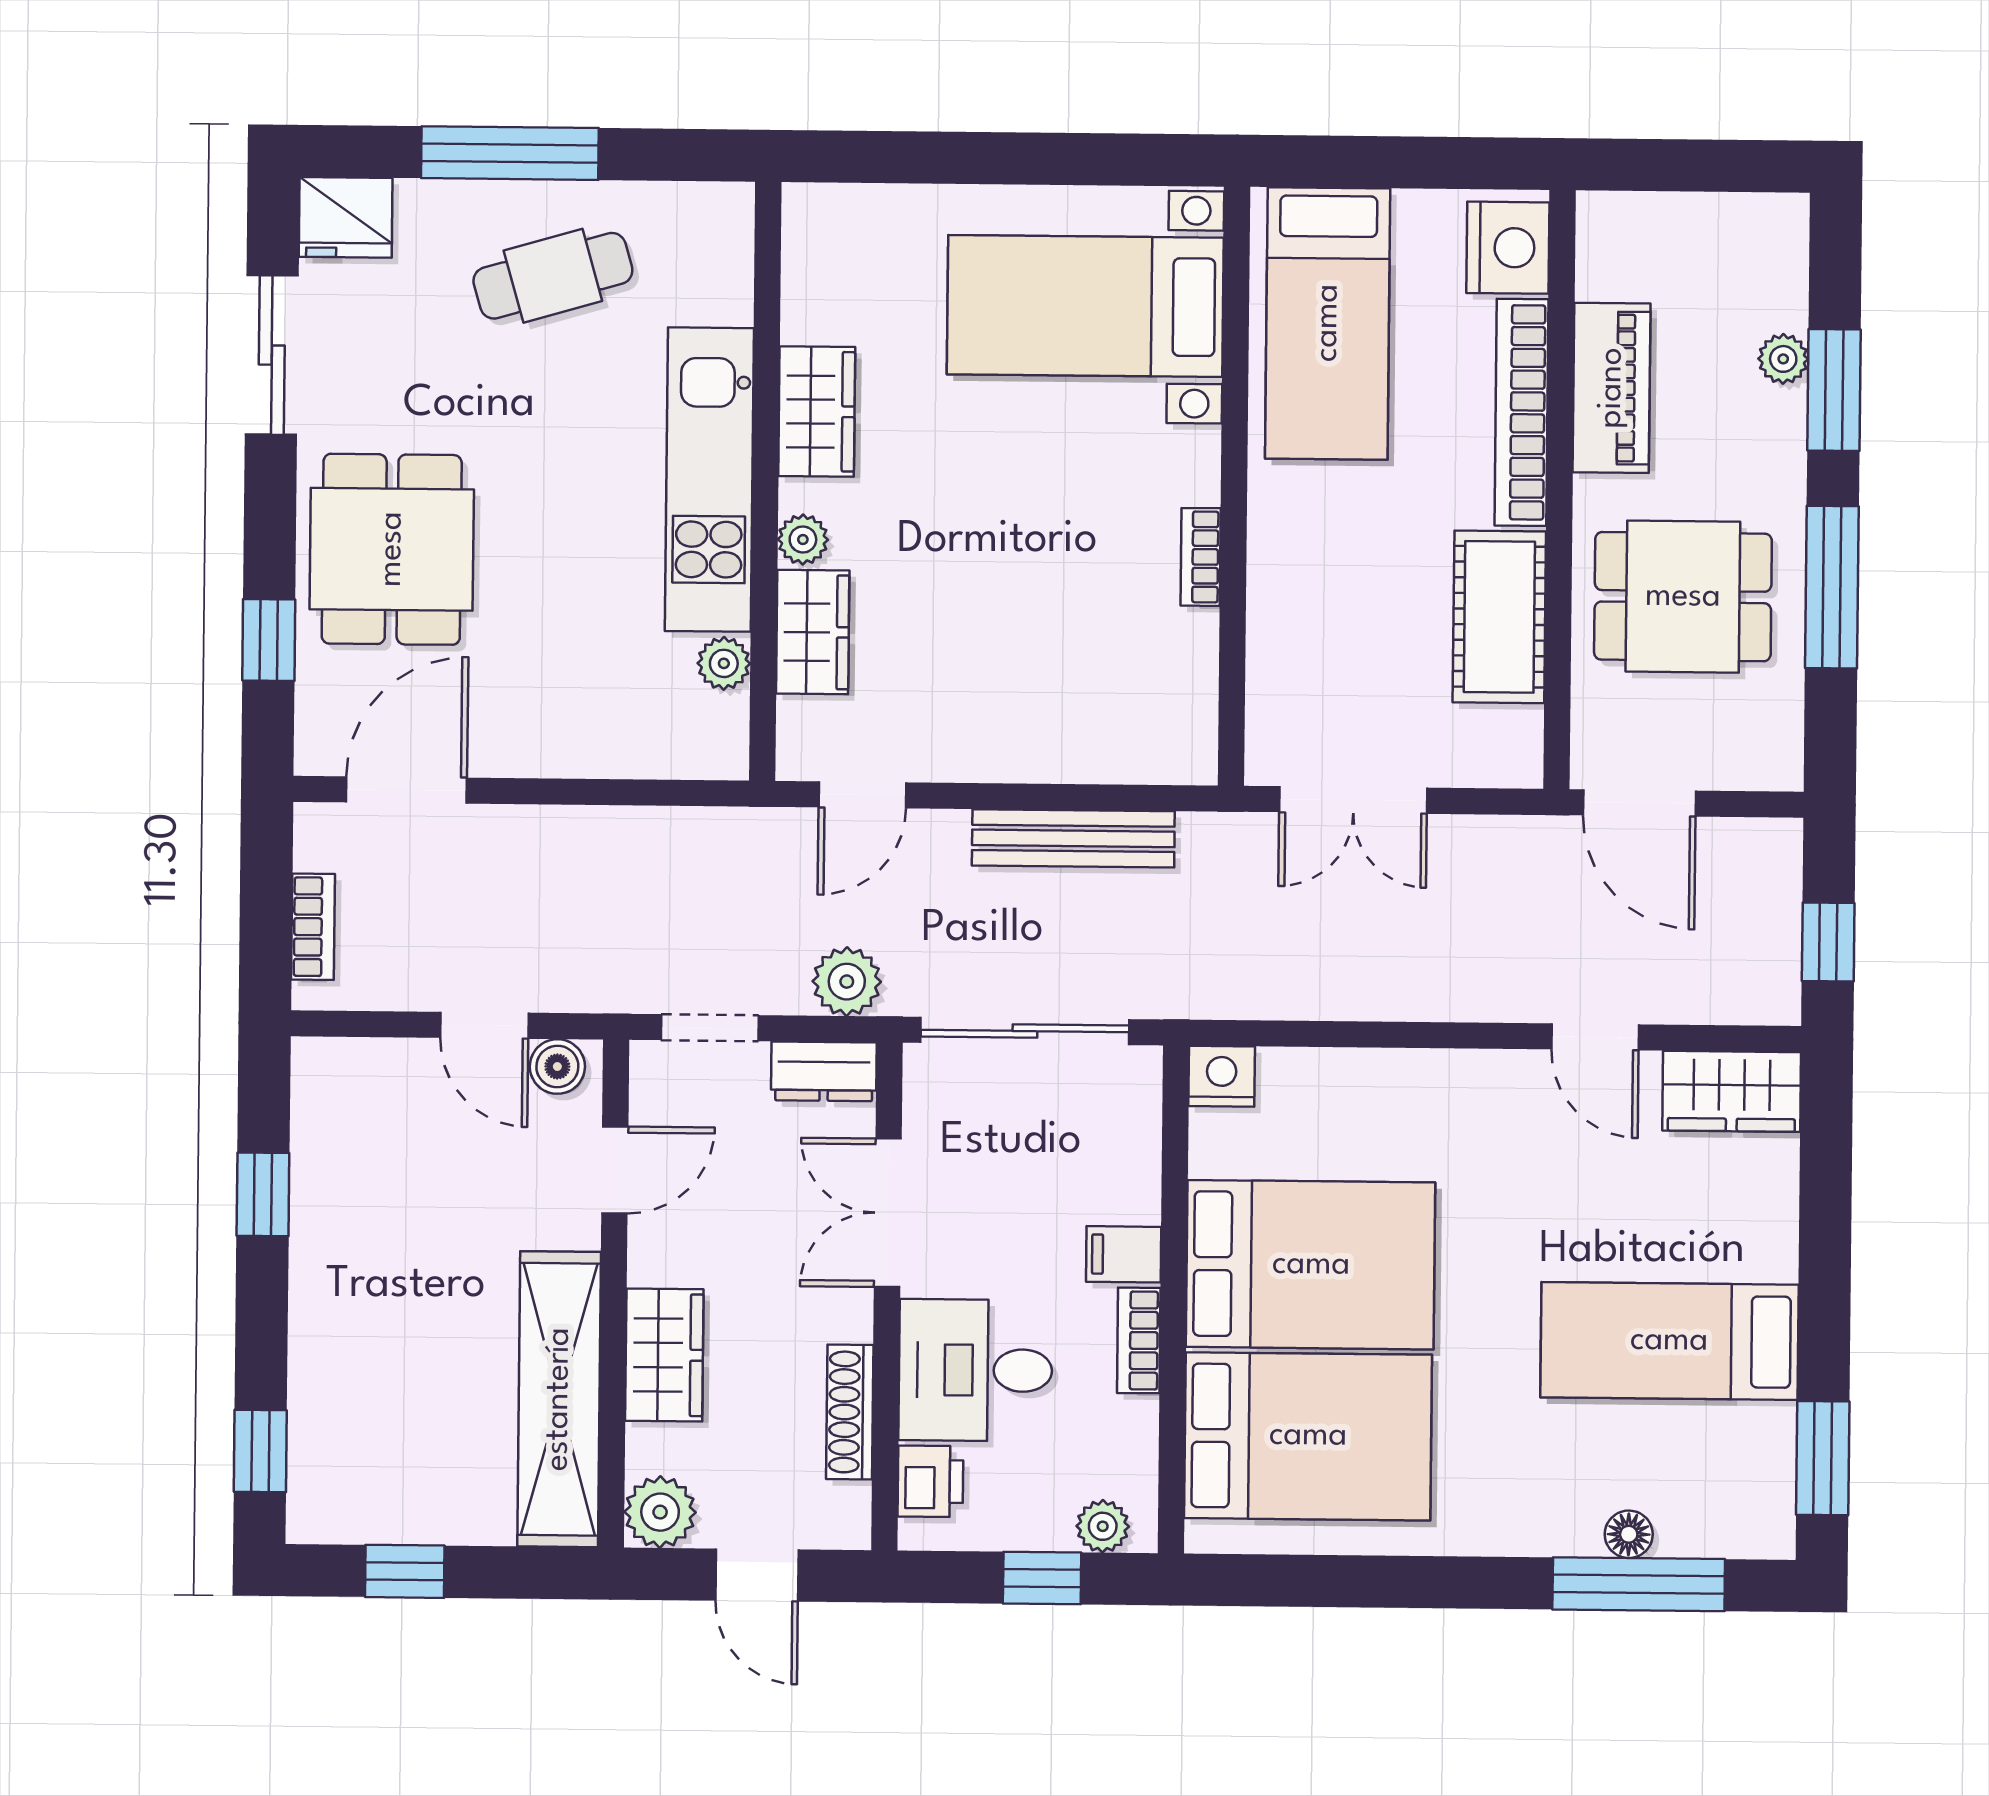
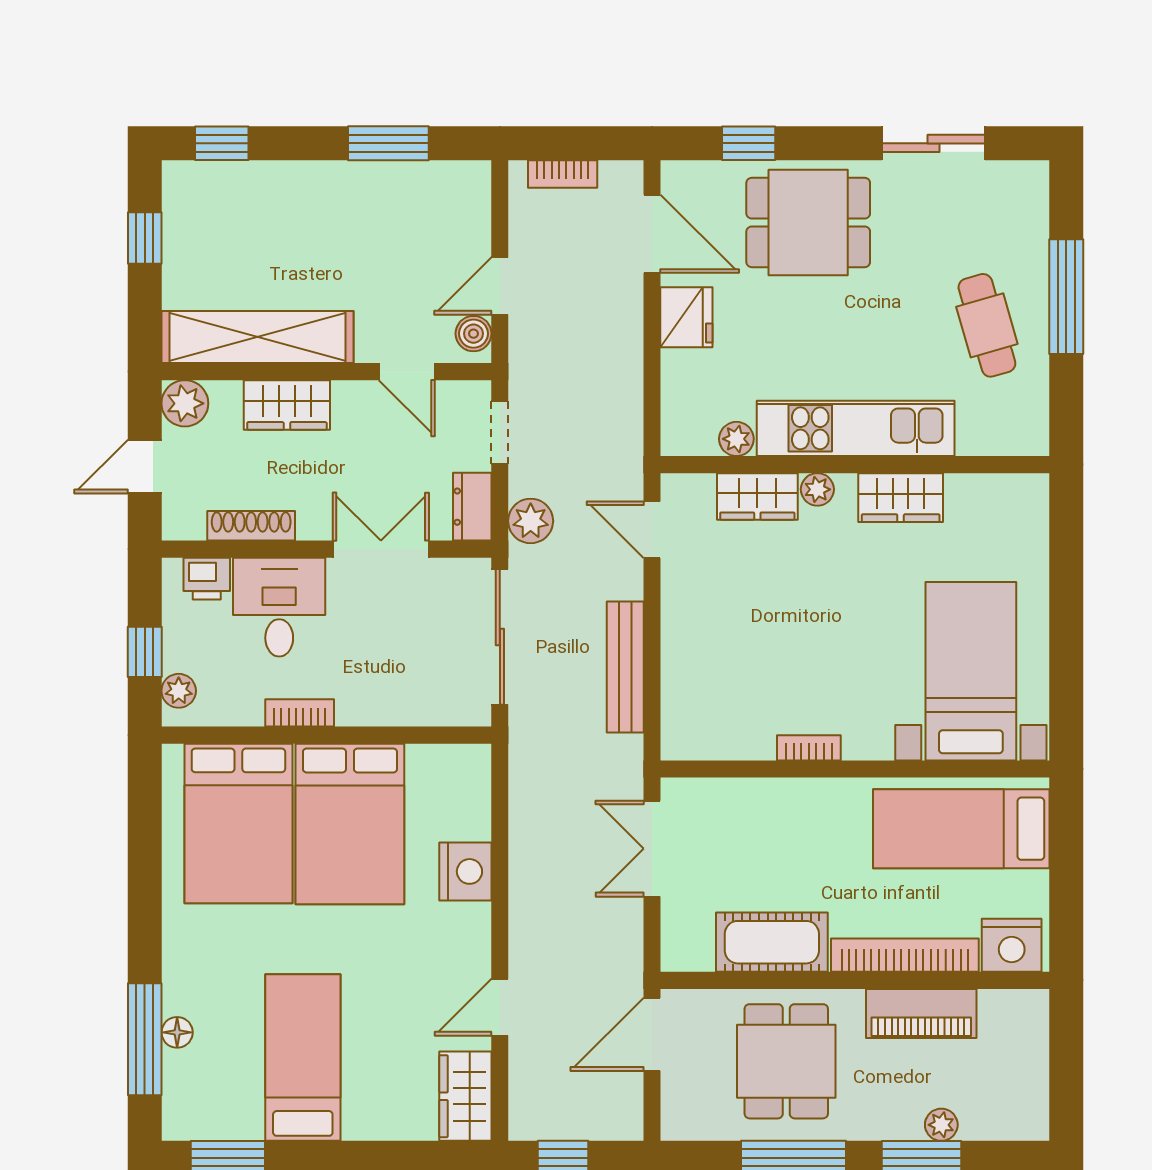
fridge: (346, 217) -> (686, 317), moved, turned 180
nightstand: (1222, 1076) -> (465, 871), moved, width x1.36, depth x1.33
window: (263, 1194) -> (388, 143), width x1.50
filing cabinet: (1124, 1254) -> (355, 703), removed

